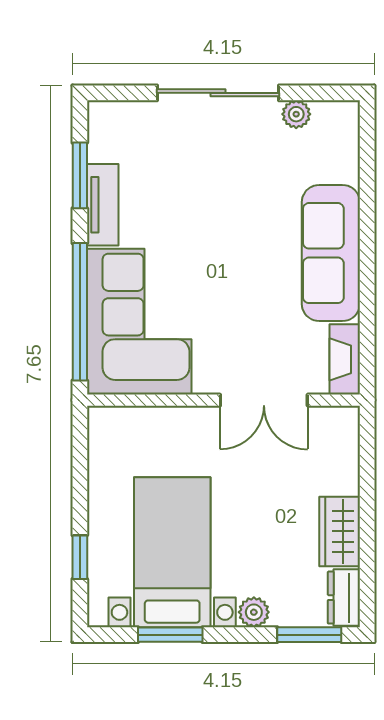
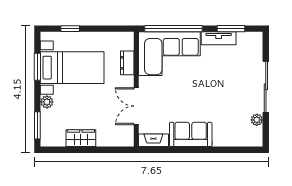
sofa: (331, 253) -> (191, 134), width x0.73
dresser: (344, 598) -> (127, 63), moved, turned -90

